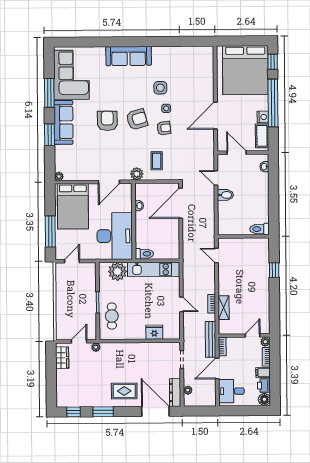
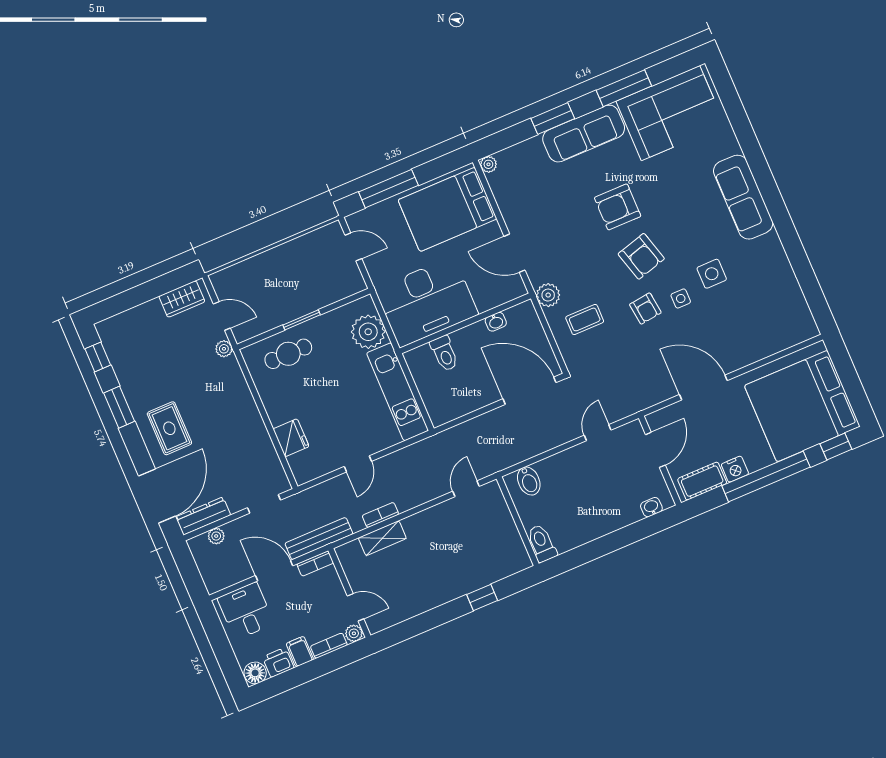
armchair: (107, 121) -> (618, 207), turned 180
bidet: (225, 195) -> (529, 481), moved
toilet: (144, 254) -> (444, 353), moved

